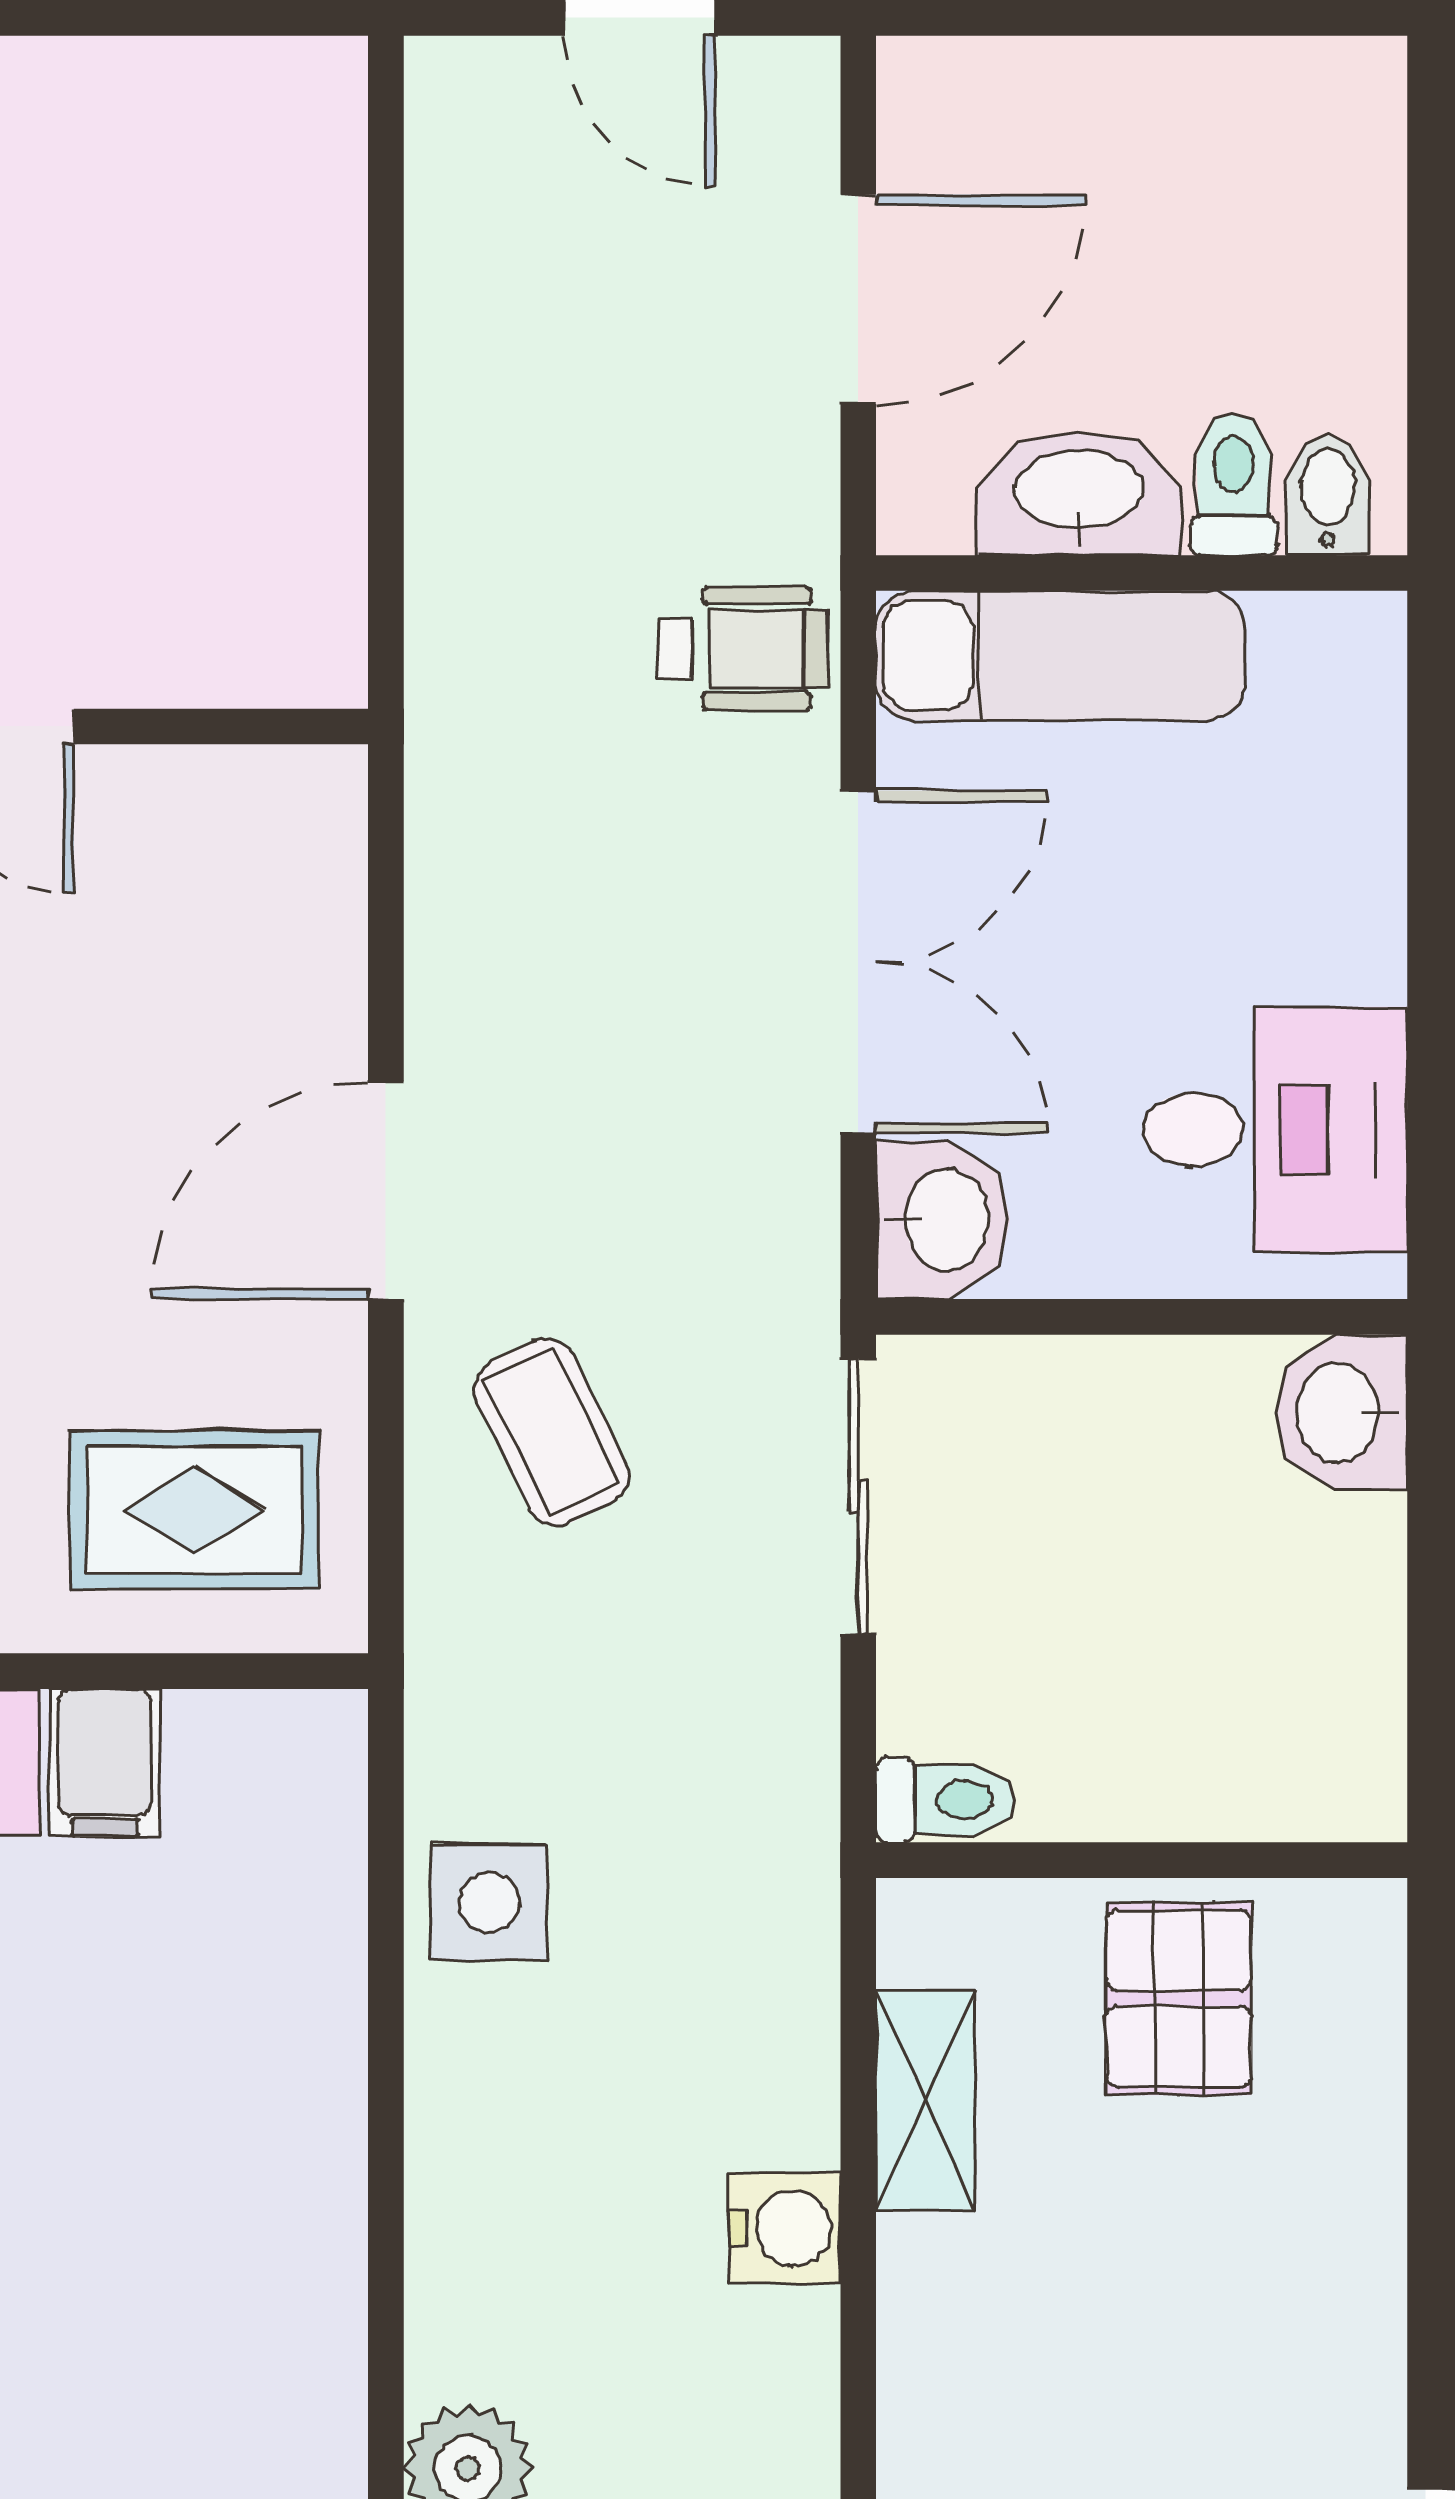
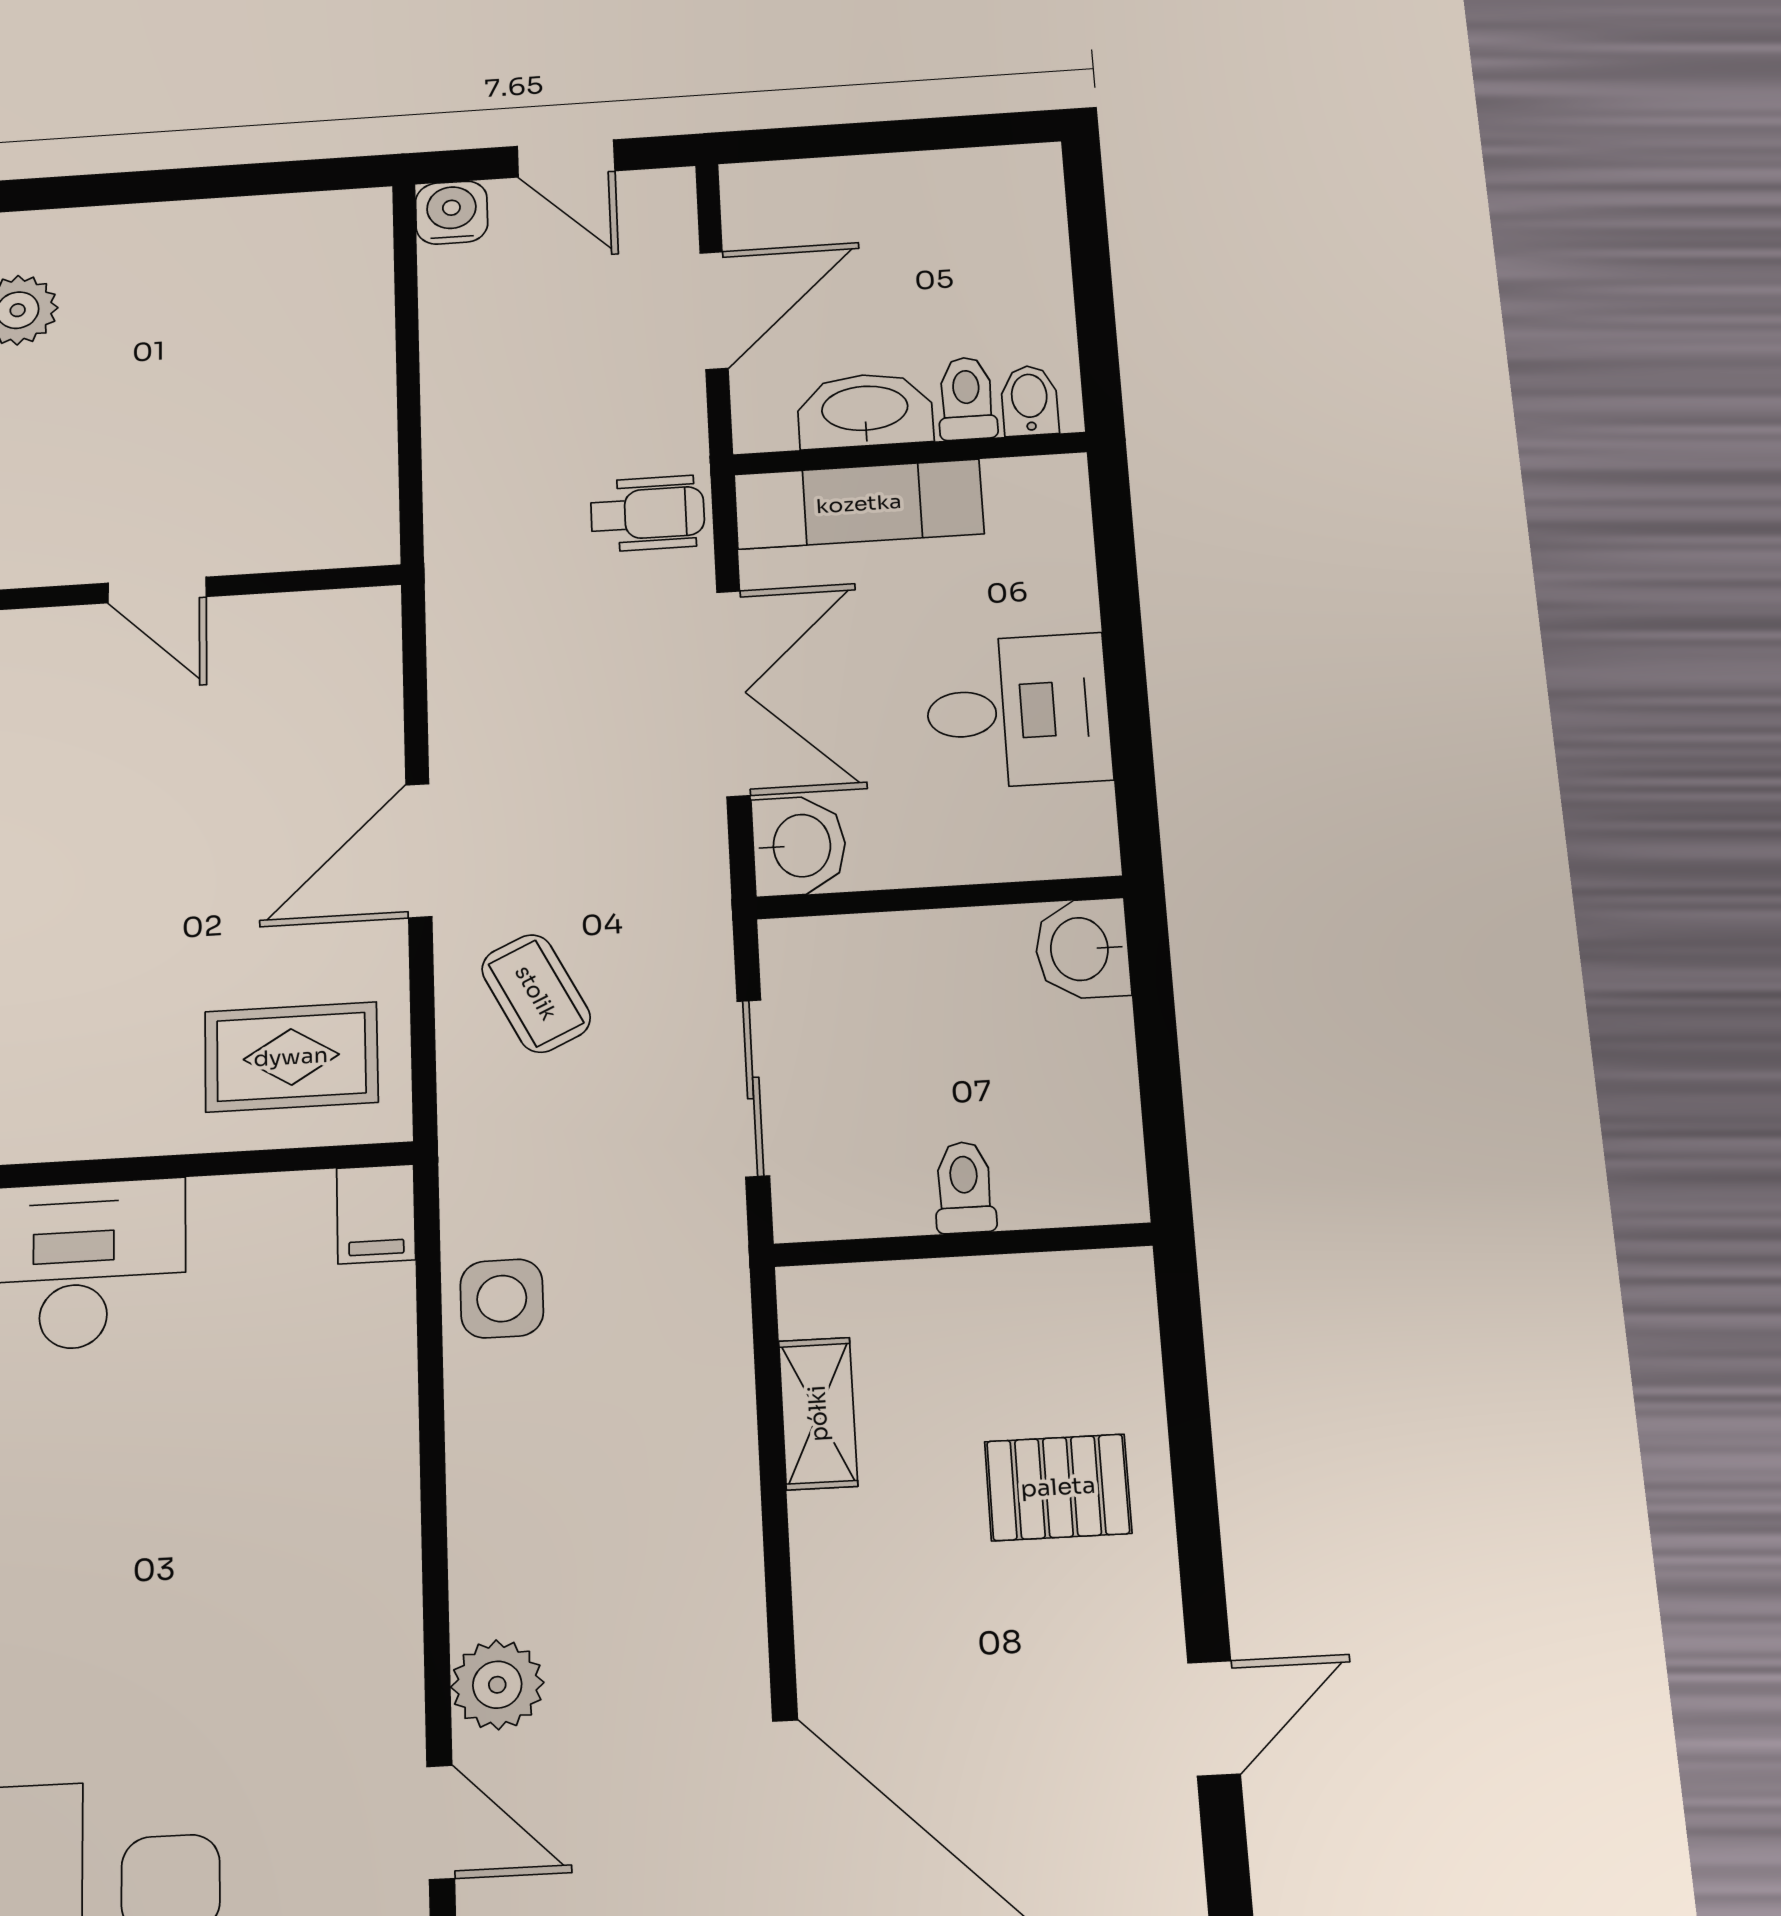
desk: (1275, 1130) -> (1018, 711), moved
sliding door: (858, 1497) -> (753, 1088), moved
filing cabinet: (105, 1763) -> (376, 1214), moved
toilet: (945, 1800) -> (964, 1187), moved, turned -90
pallet: (1179, 1999) -> (1058, 1487), moved, turned 90
water cooler: (785, 2228) -> (452, 213), moved, turned -90

